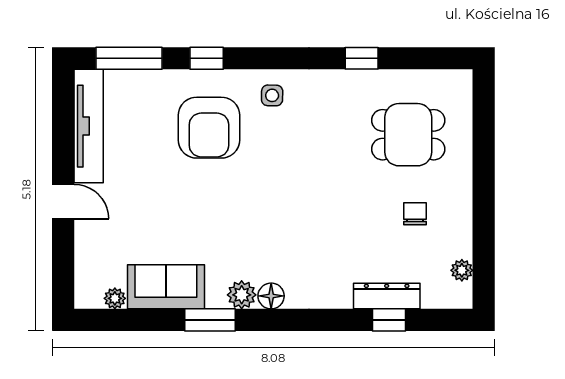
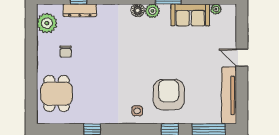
dining table: (408, 135) -> (57, 93), moved, turned 90
plant: (462, 270) -> (47, 23), width x1.88, depth x1.88

